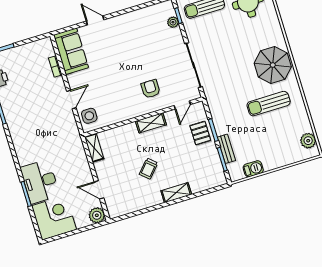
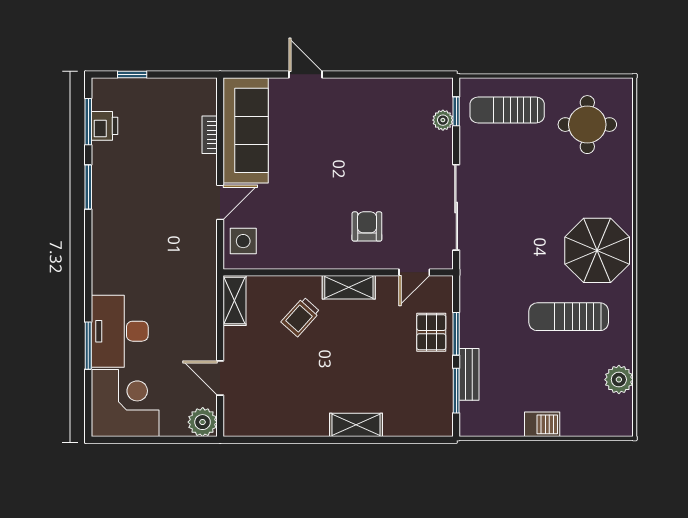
sofa: (71, 51) -> (246, 130), width x1.36
plant: (308, 141) -> (619, 380), moved
trolley: (149, 169) -> (301, 317), moved
barbecue: (253, 169) -> (542, 424), moved

